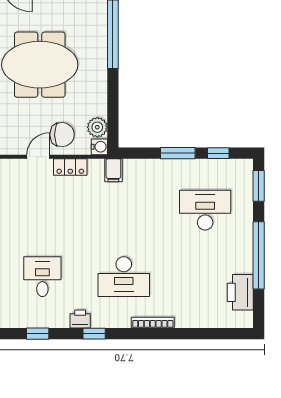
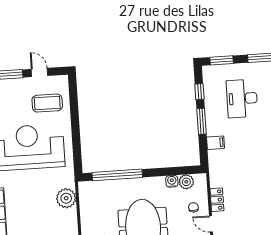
chair: (62, 135) -> (193, 207), width x0.54, depth x0.54
water cooler: (99, 147) -> (172, 181), moved
filing cabinet: (113, 170) -> (215, 143), moved

